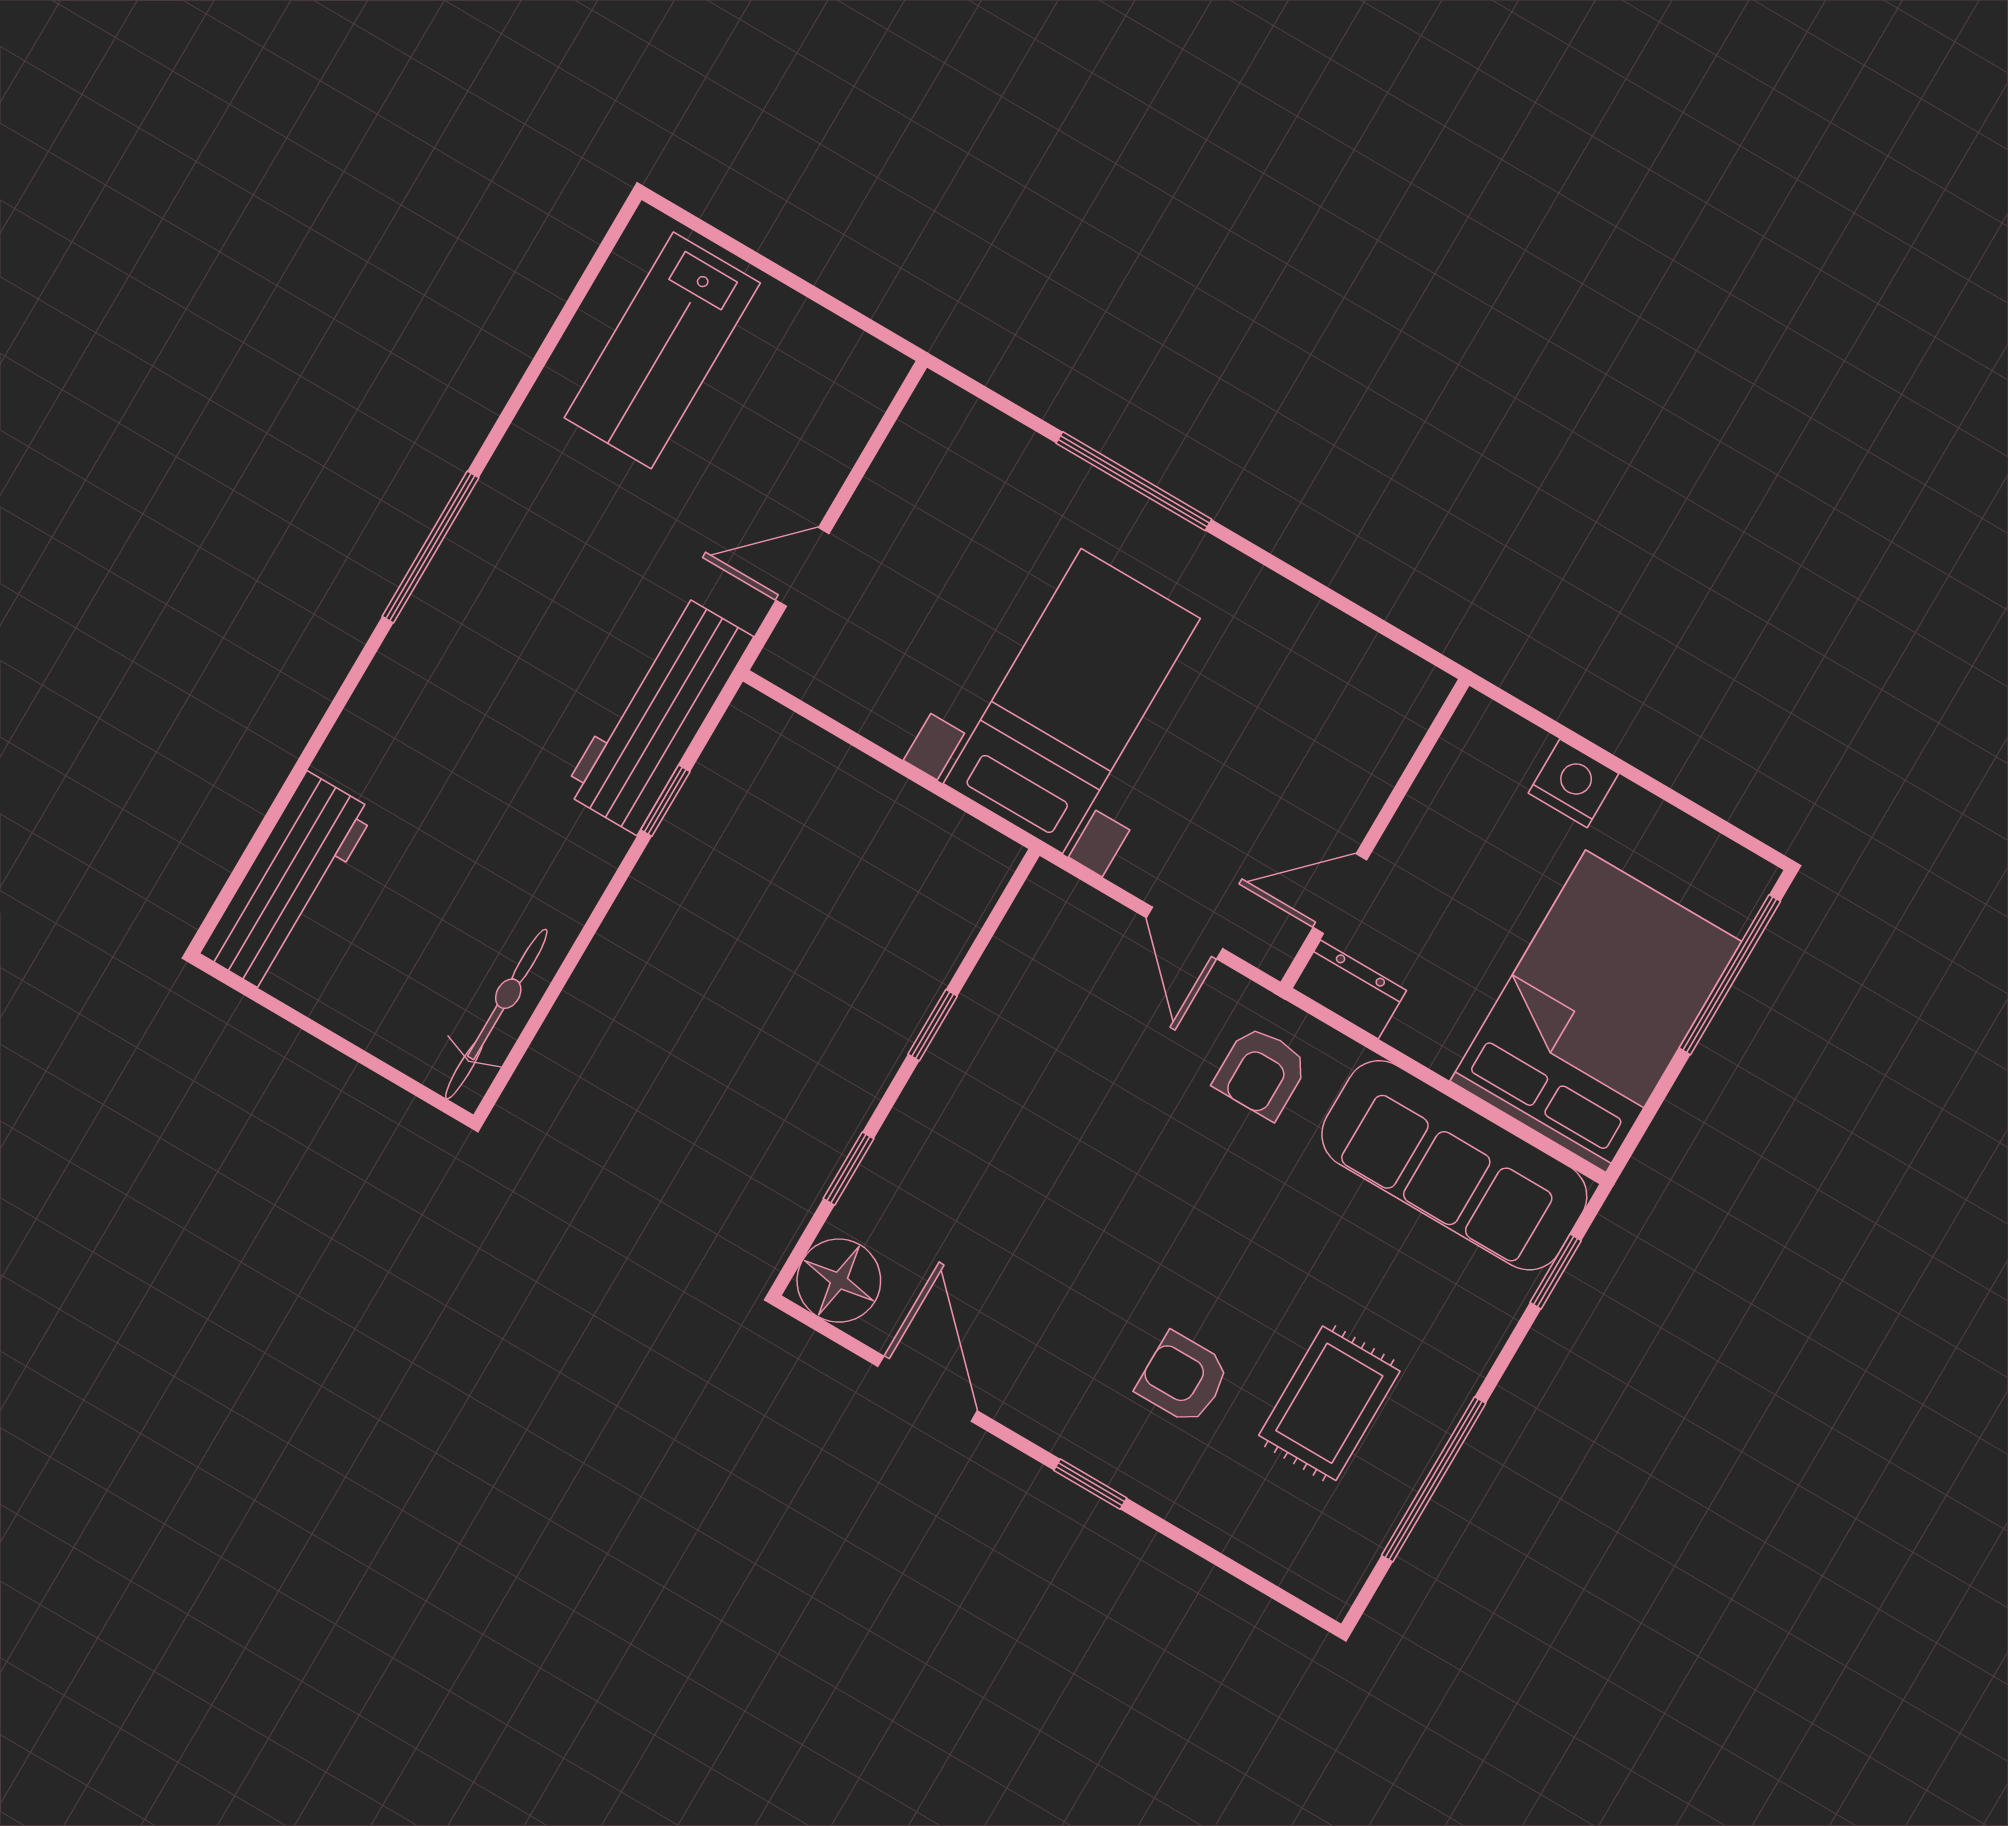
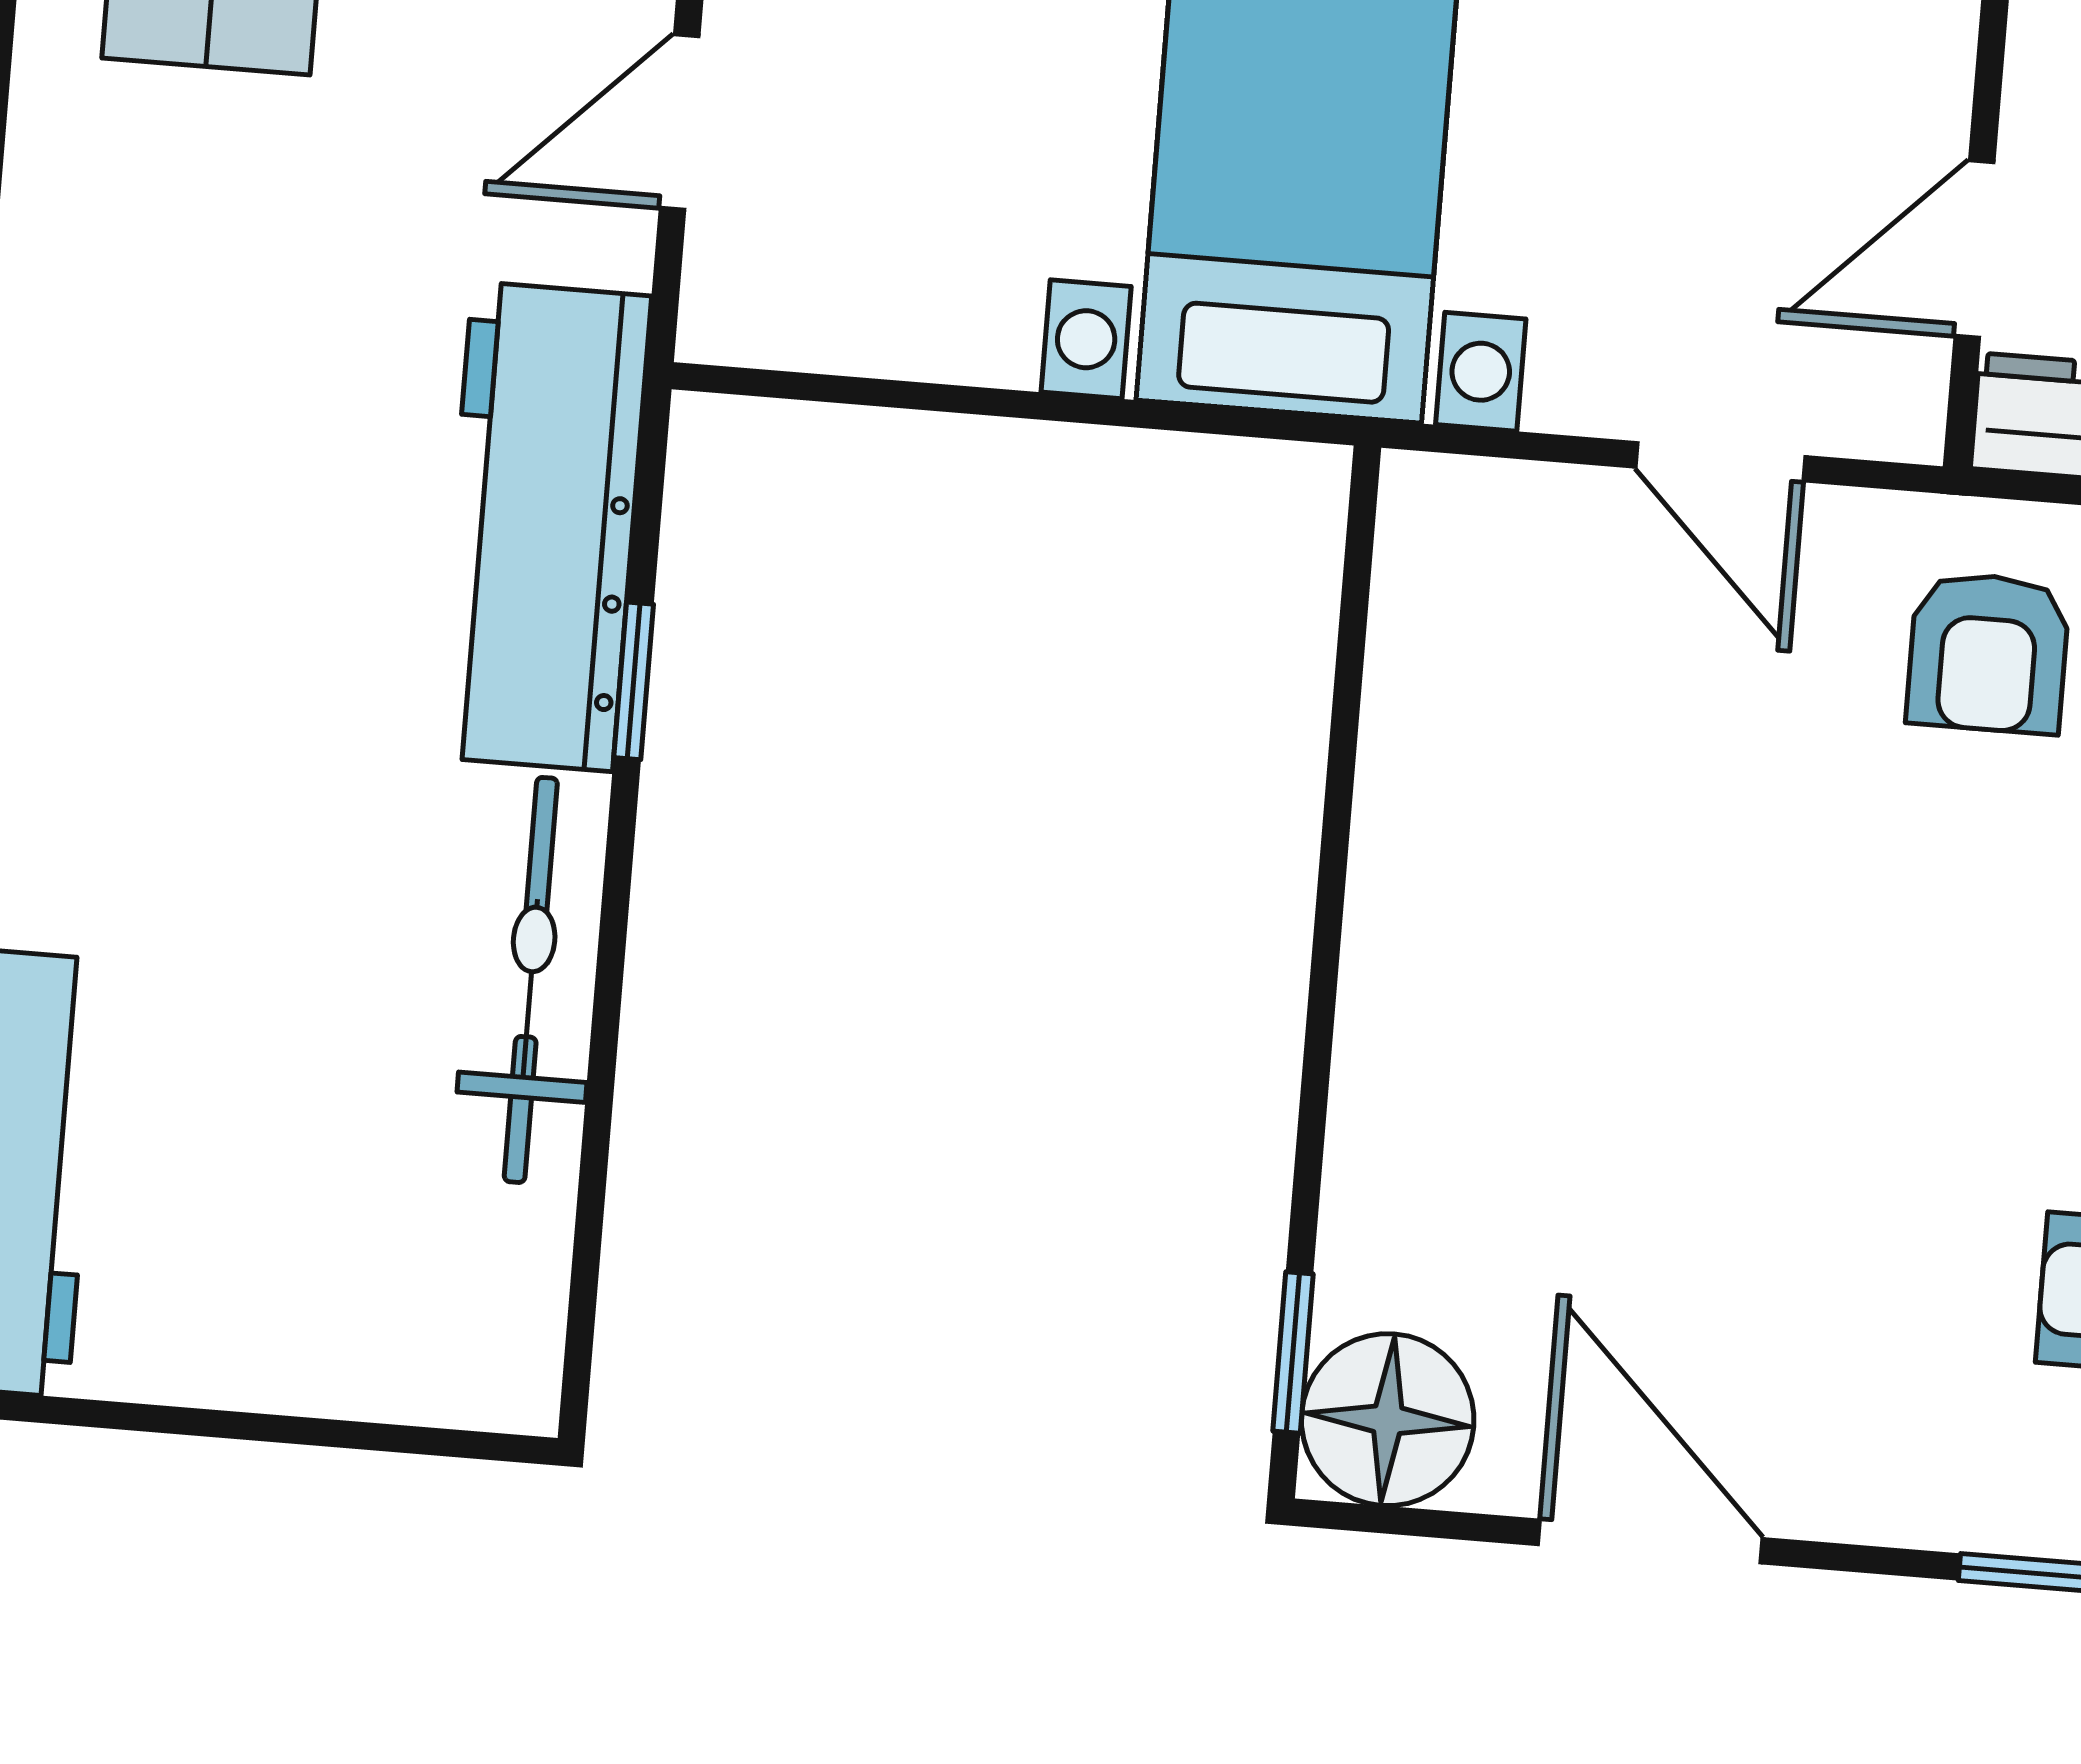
bicycle: (496, 1014) -> (531, 980), moved
window: (933, 1025) -> (1334, 859), removed
window: (848, 1169) -> (1293, 1353), moved

